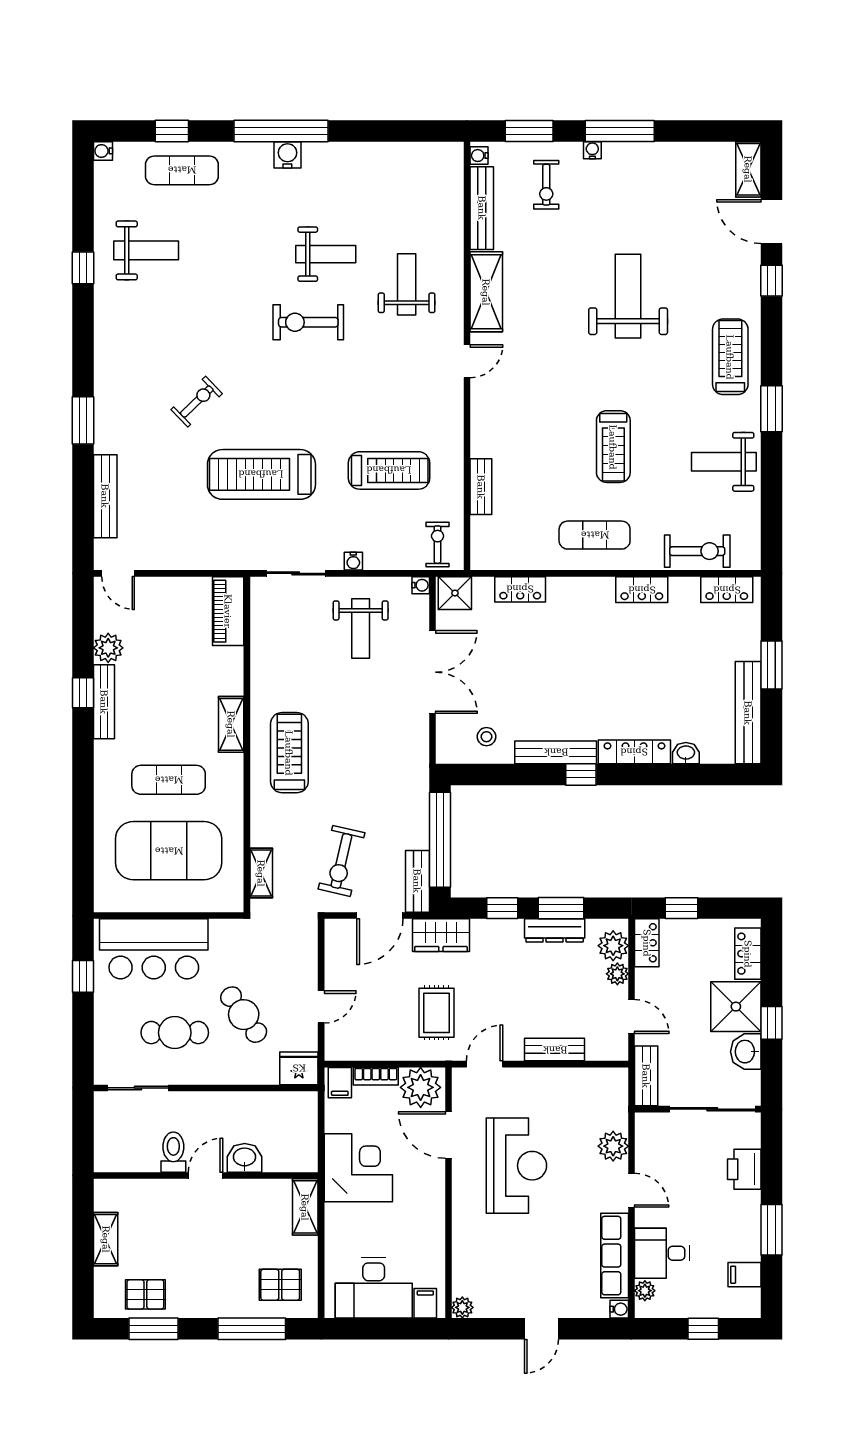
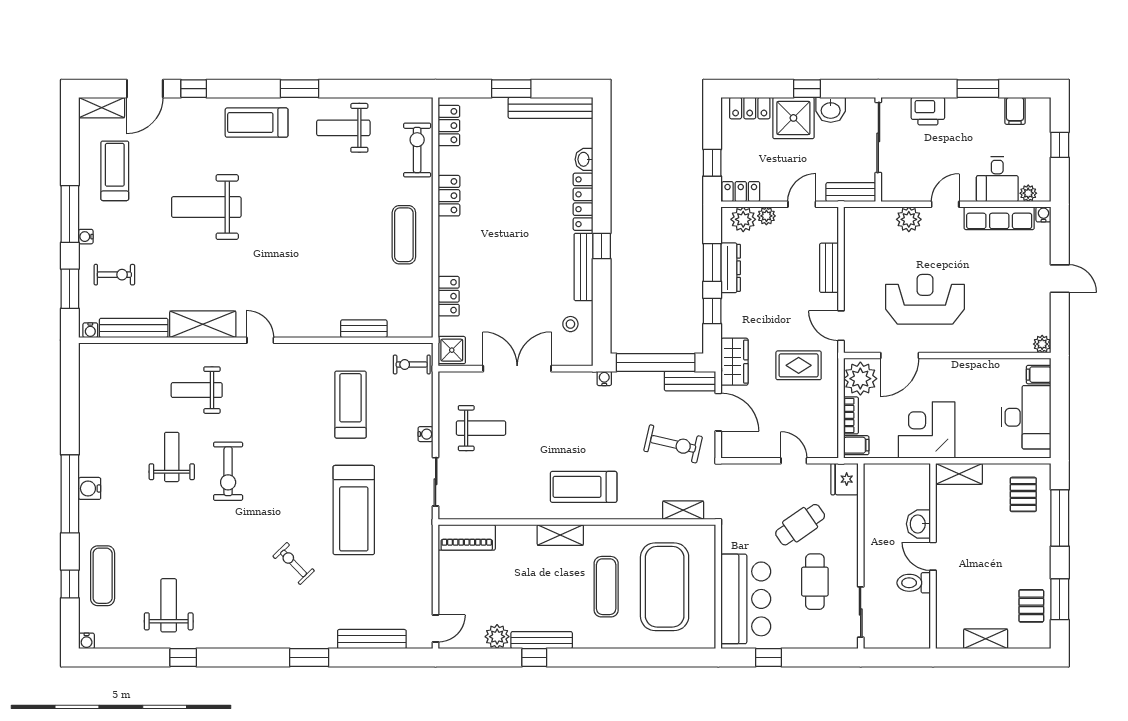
treadmill: (613, 447) -> (115, 171), moved, turned -90
weight bench: (724, 462) -> (343, 128), turned 90
water cooler: (421, 585) -> (604, 378), moved

